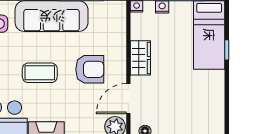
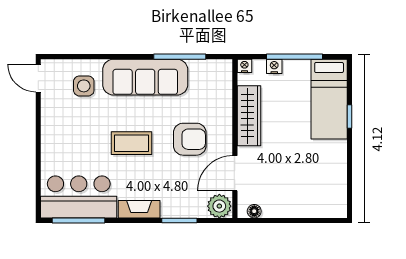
wardrobe: (140, 58) -> (249, 116), width x1.50

